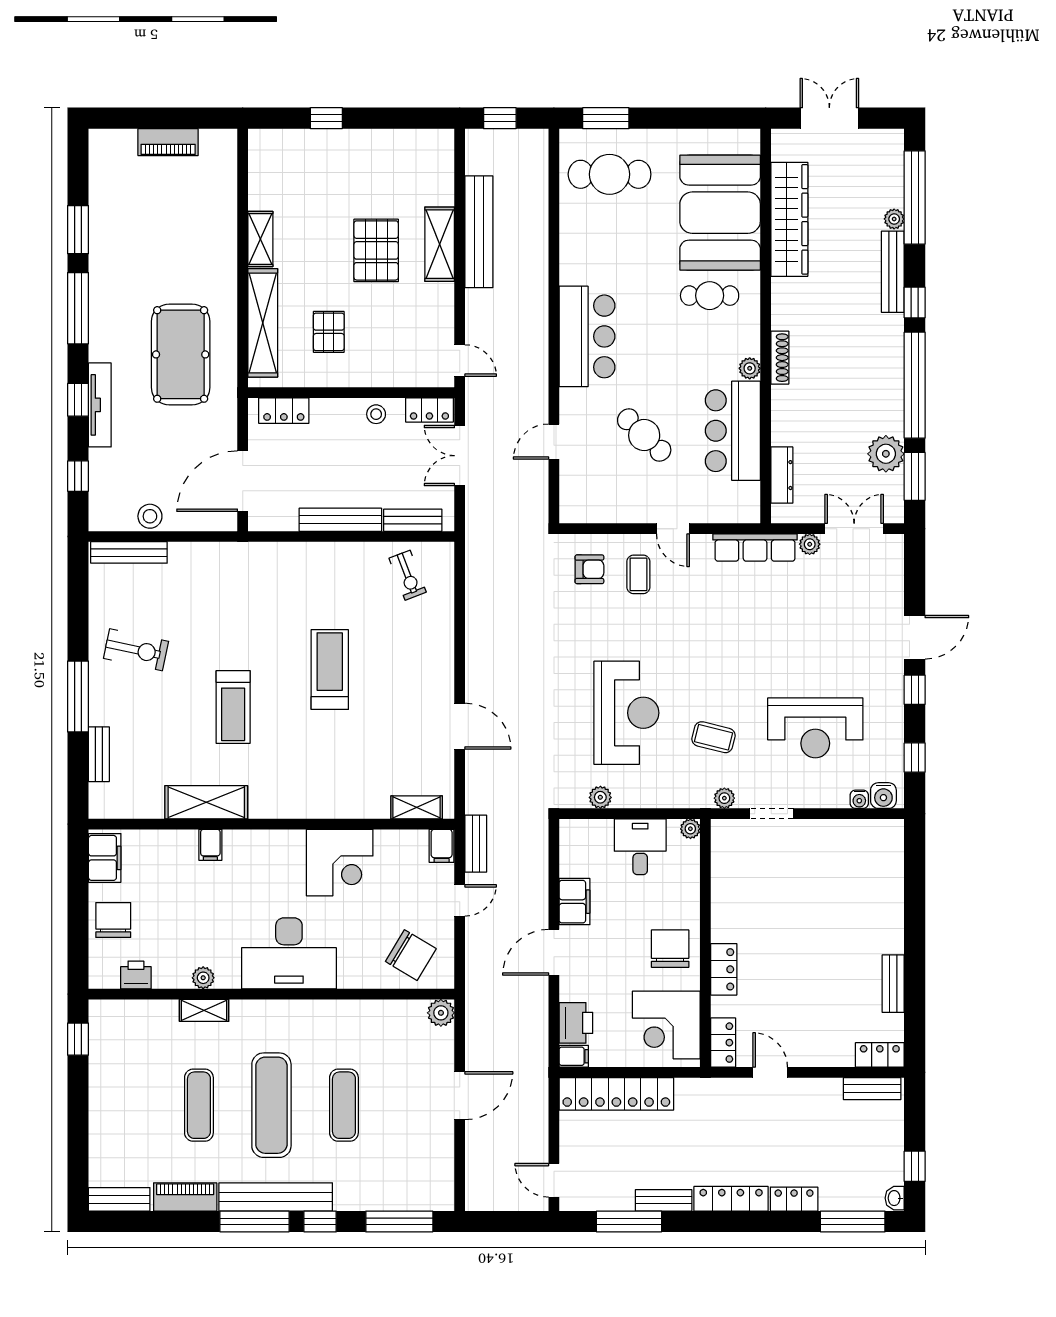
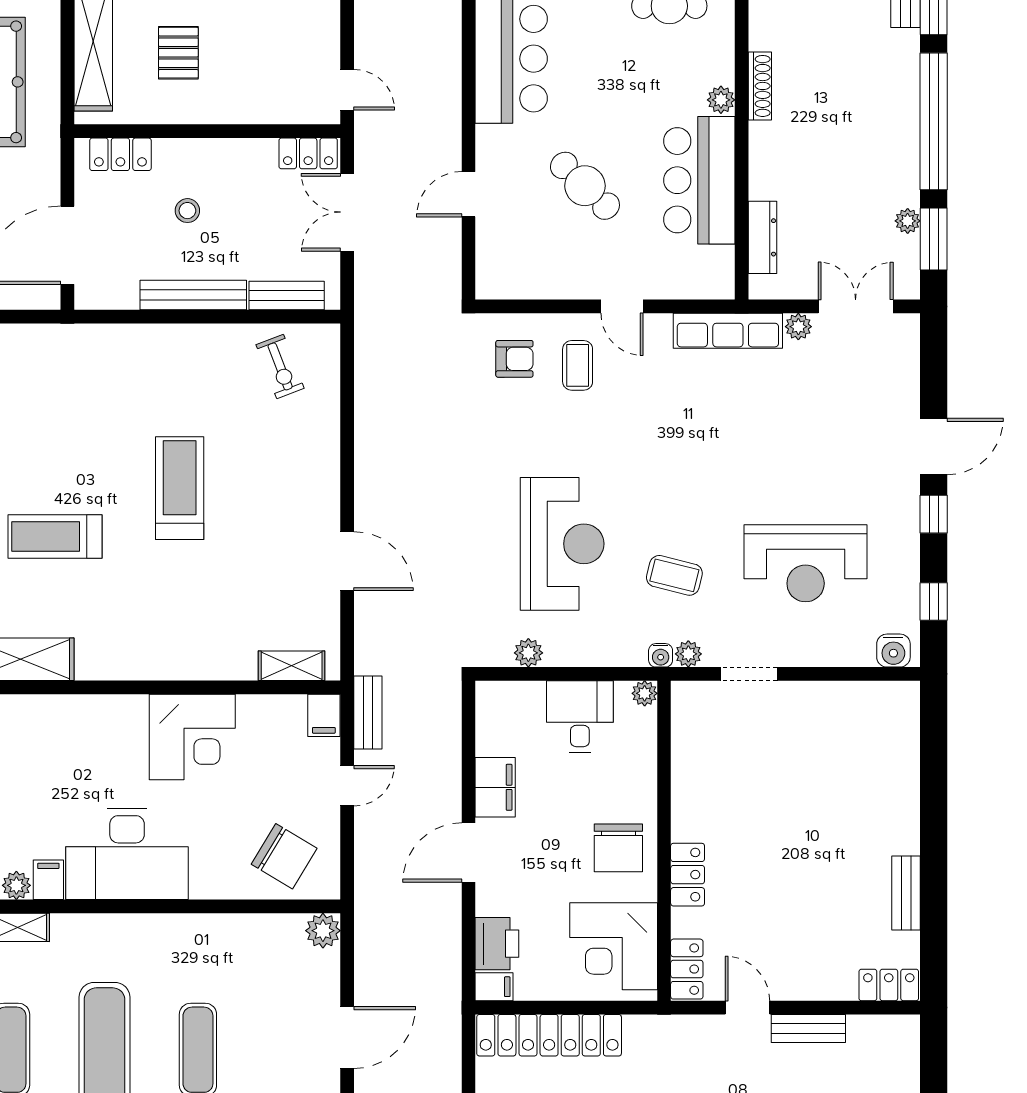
stool: (376, 414) -> (187, 211), moved
plant: (886, 454) -> (908, 221), width x0.53, depth x0.53
treadmill: (233, 707) -> (55, 536), turned 90
water cooler: (859, 799) -> (661, 655), moved
filing cabinet: (210, 845) -> (48, 880), moved, turned 180
chair: (670, 949) -> (618, 848), turned 180
bench: (872, 1089) -> (808, 1028), moved

